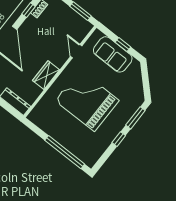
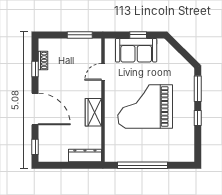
door: (76, 51) -> (103, 72), hinge flipped
window: (65, 152) -> (142, 165), moved

